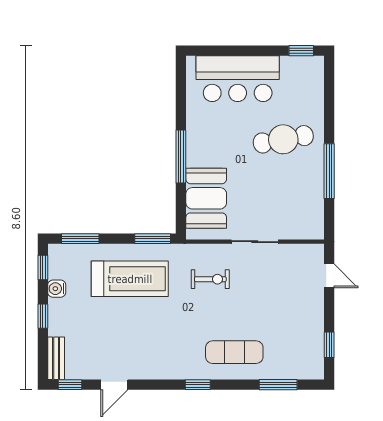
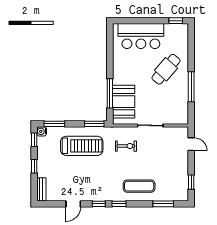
cafe table: (283, 139) -> (166, 69), turned -39
window: (181, 157) -> (110, 93), moved
water cooler: (57, 289) -> (42, 131), moved
window: (70, 385) -> (99, 204), moved

